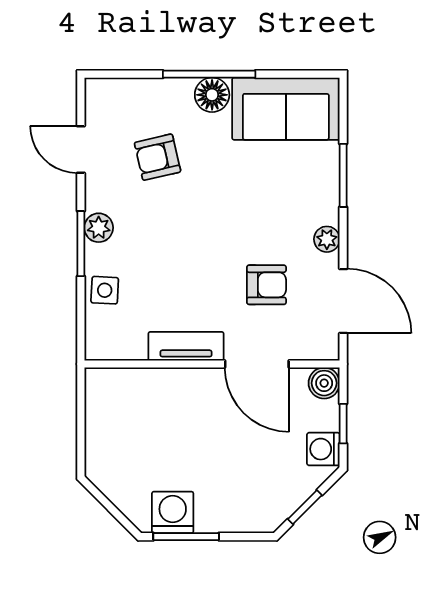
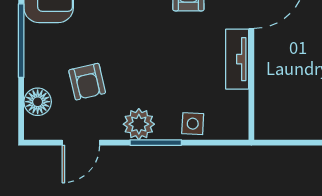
floor lamp: (212, 95) -> (38, 102), moved
plant: (99, 228) -> (139, 124), width x1.38, depth x1.38

